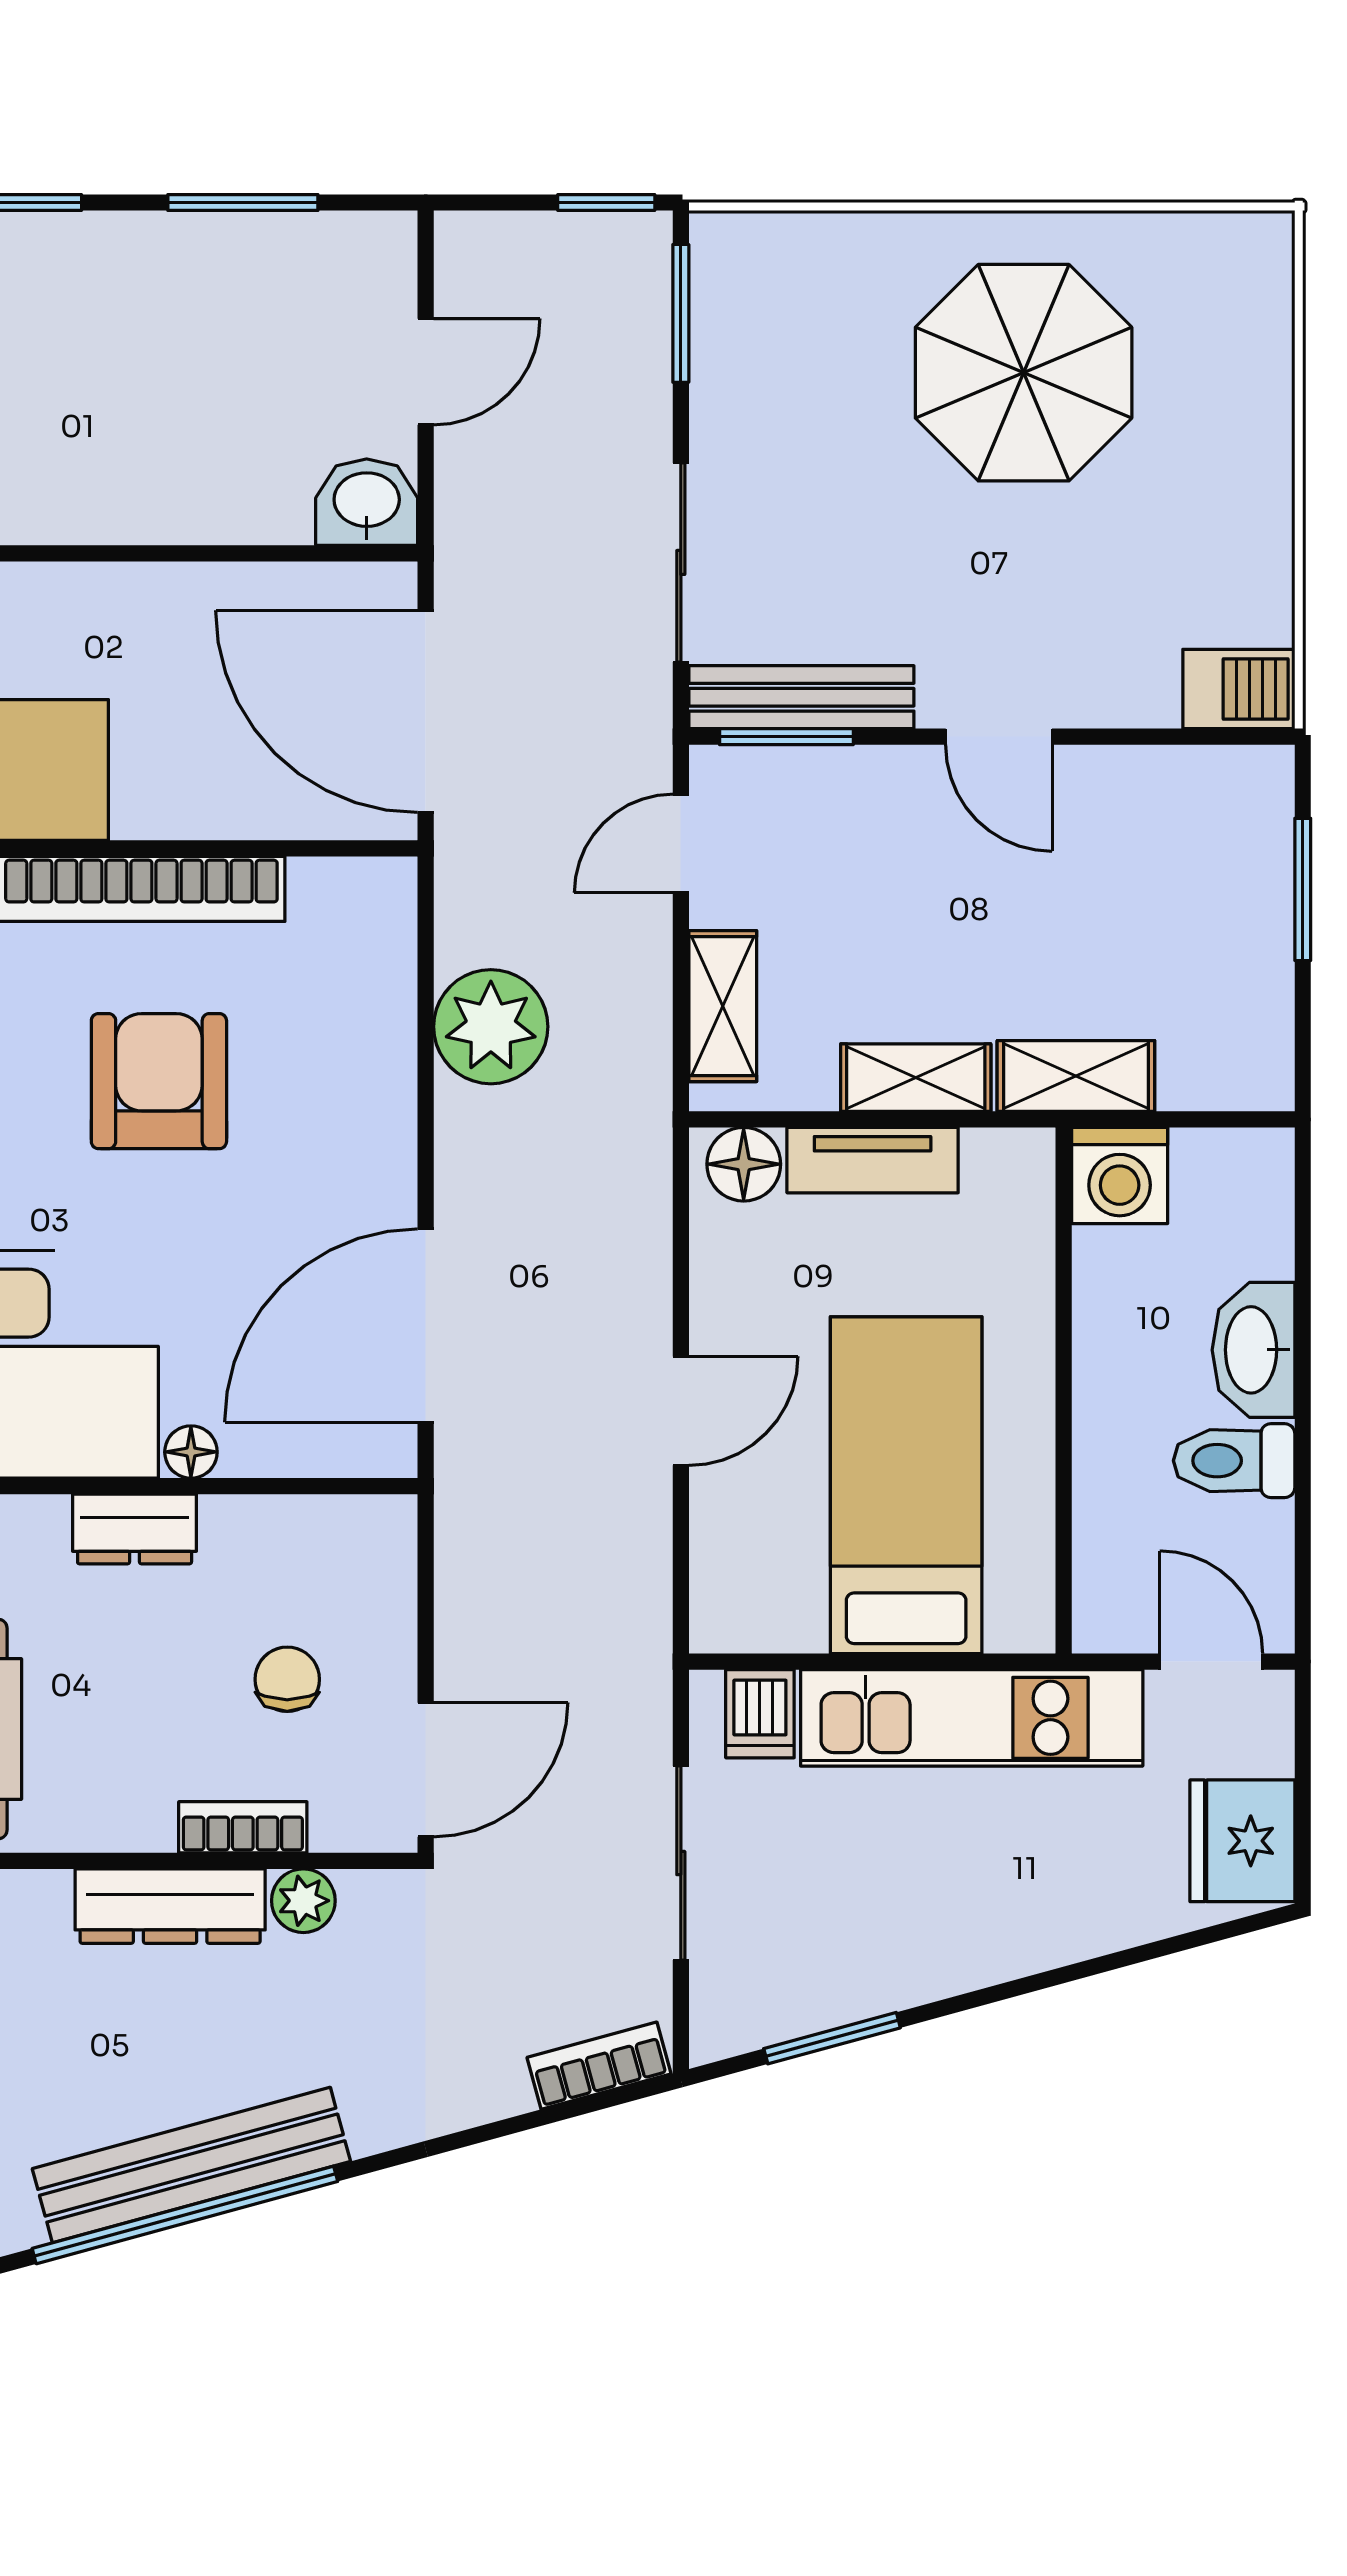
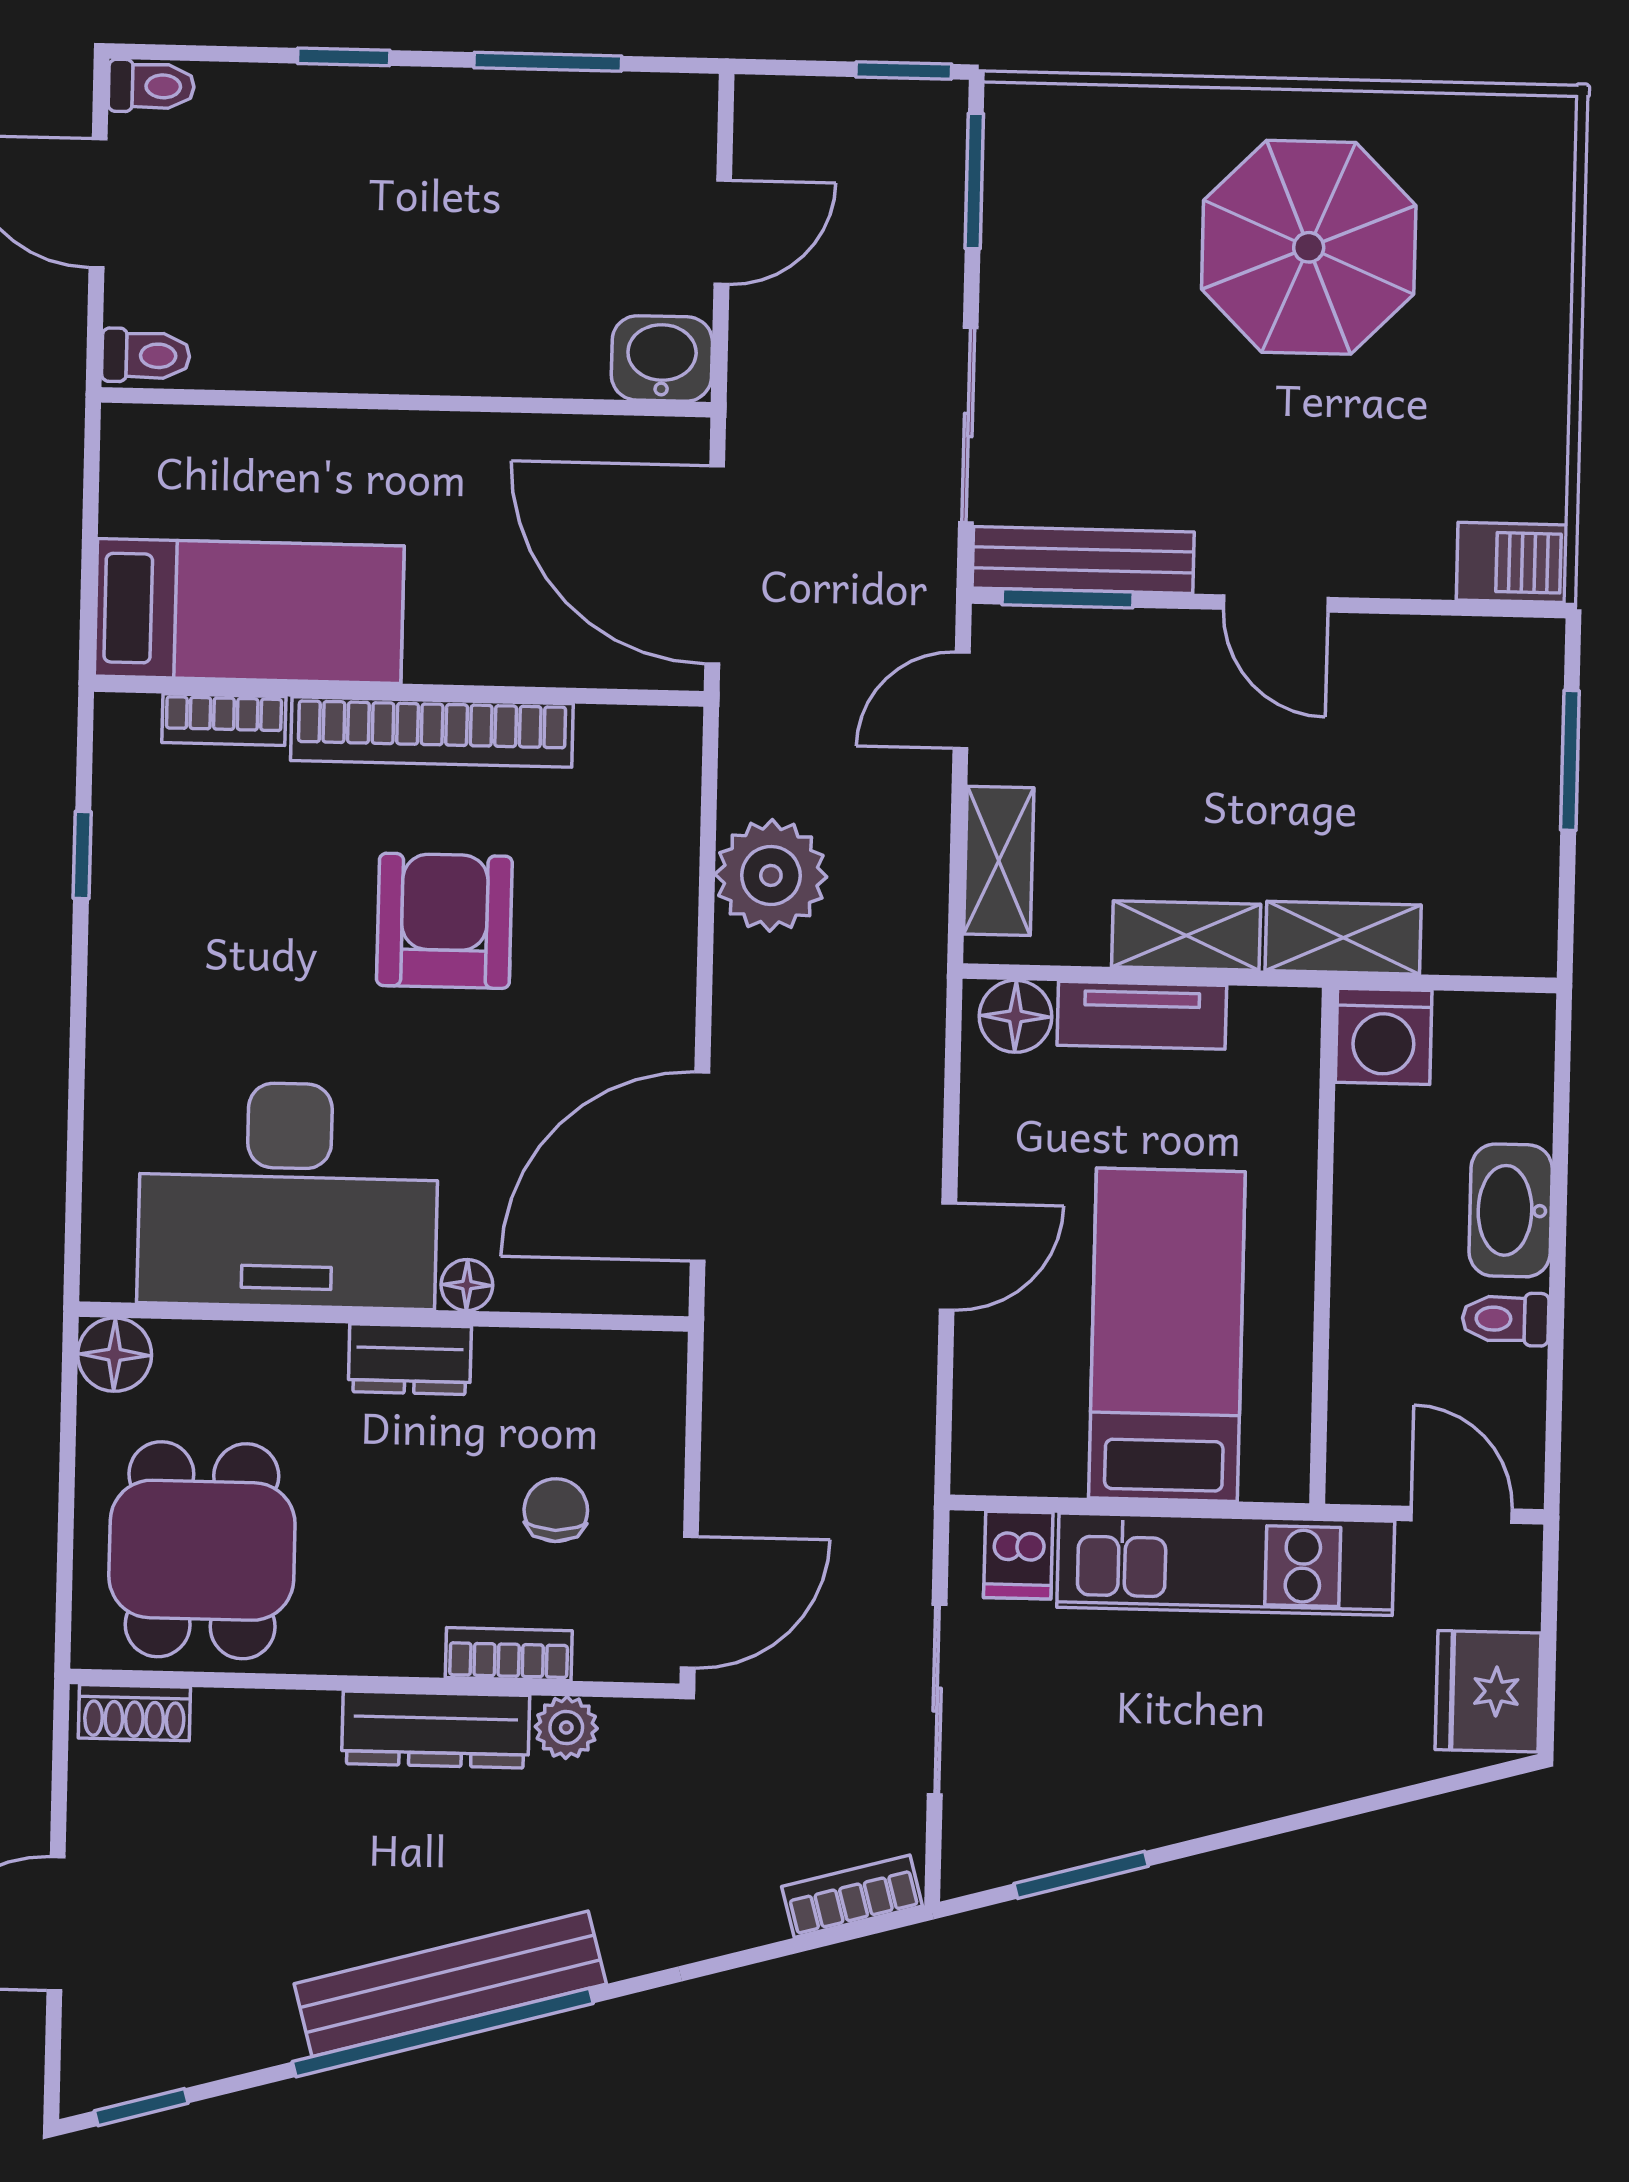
toilet: (1234, 1461) -> (1505, 1319), width x0.73, depth x0.72

